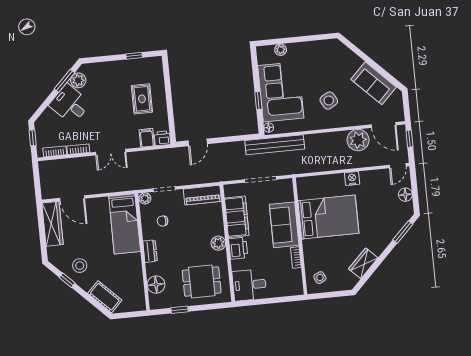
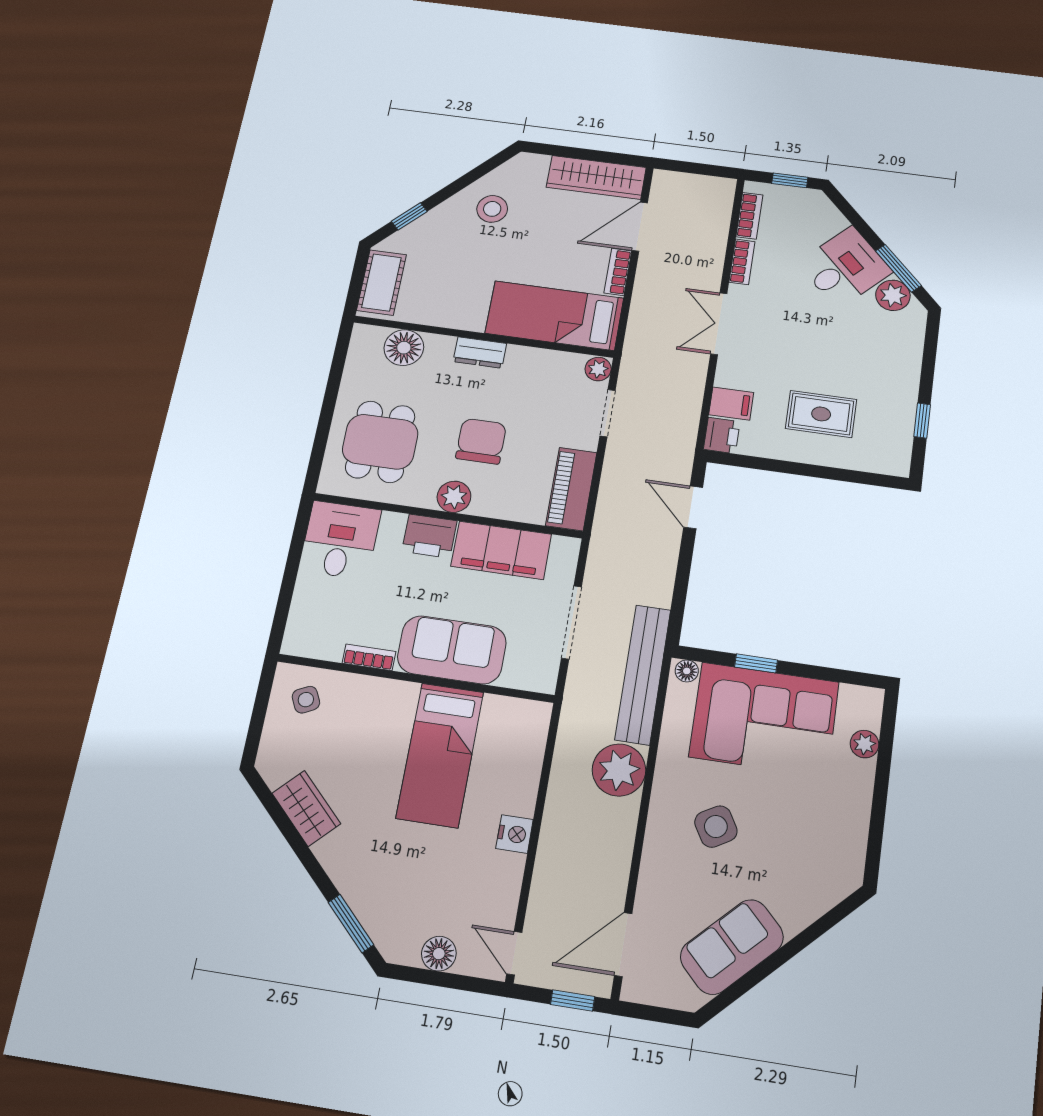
plant: (358, 140) -> (619, 770), moved
bookcase: (97, 202) -> (618, 272), added
bed: (328, 217) -> (440, 755), width x0.67
chair: (163, 221) -> (481, 441), moved, width x1.87, depth x1.87
window: (67, 280) -> (409, 216), moved
cot: (105, 297) -> (381, 283), moved, turned -45
window: (180, 310) -> (334, 382), removed

